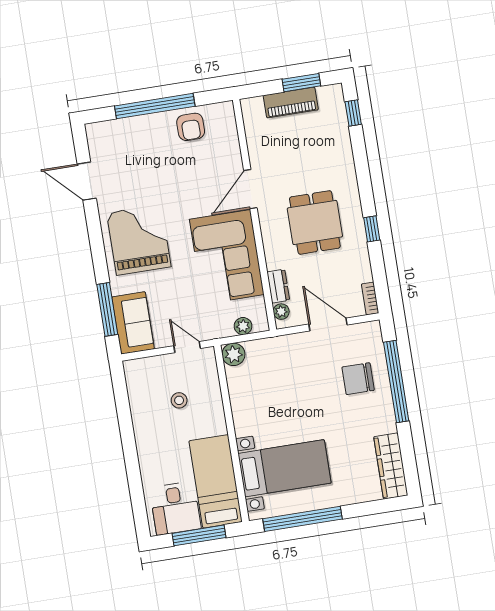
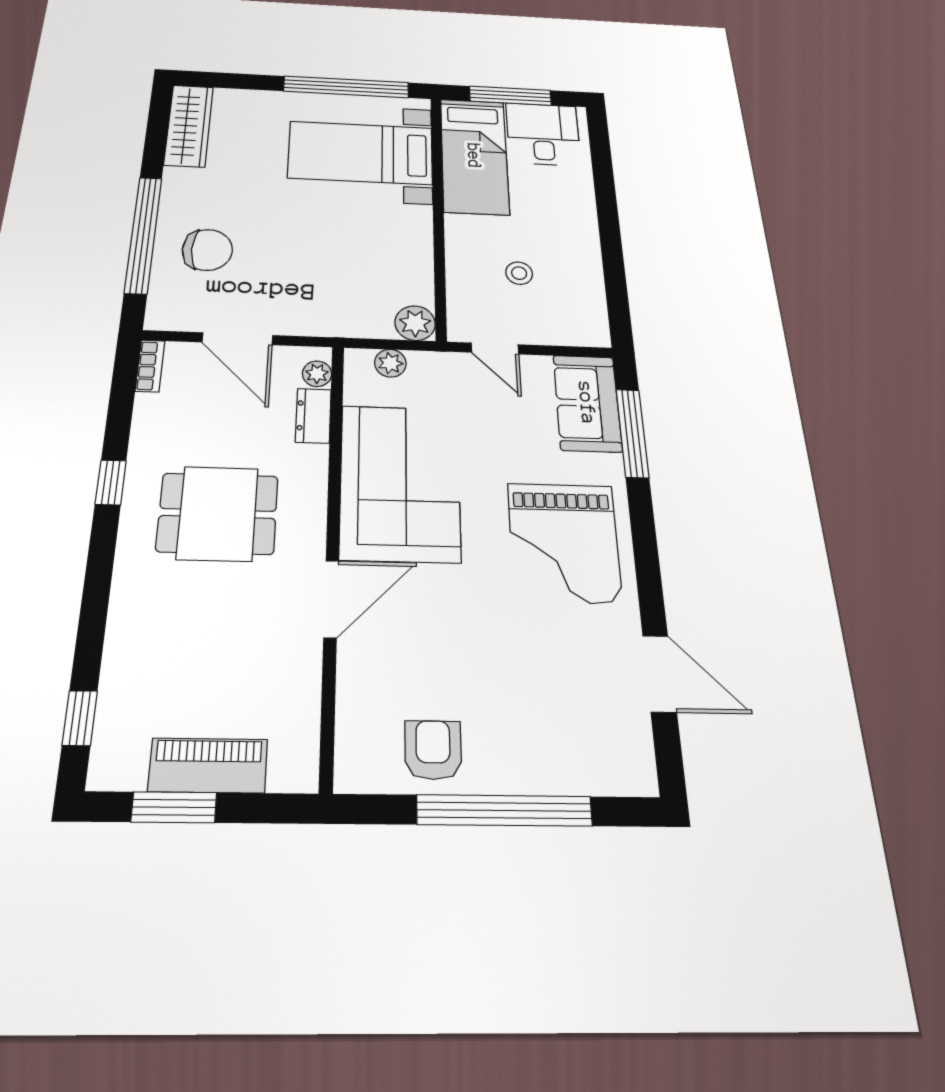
dining table: (315, 222) -> (218, 513), turned 90

